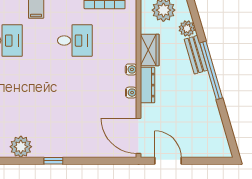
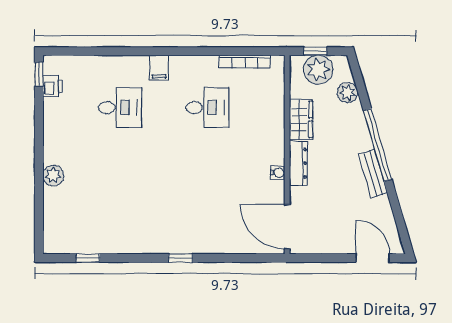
bench: (196, 55) -> (373, 174), moved
water cooler: (131, 69) -> (278, 144), removed
plant: (21, 147) -> (140, 240), removed
door: (168, 161) -> (373, 258), moved

